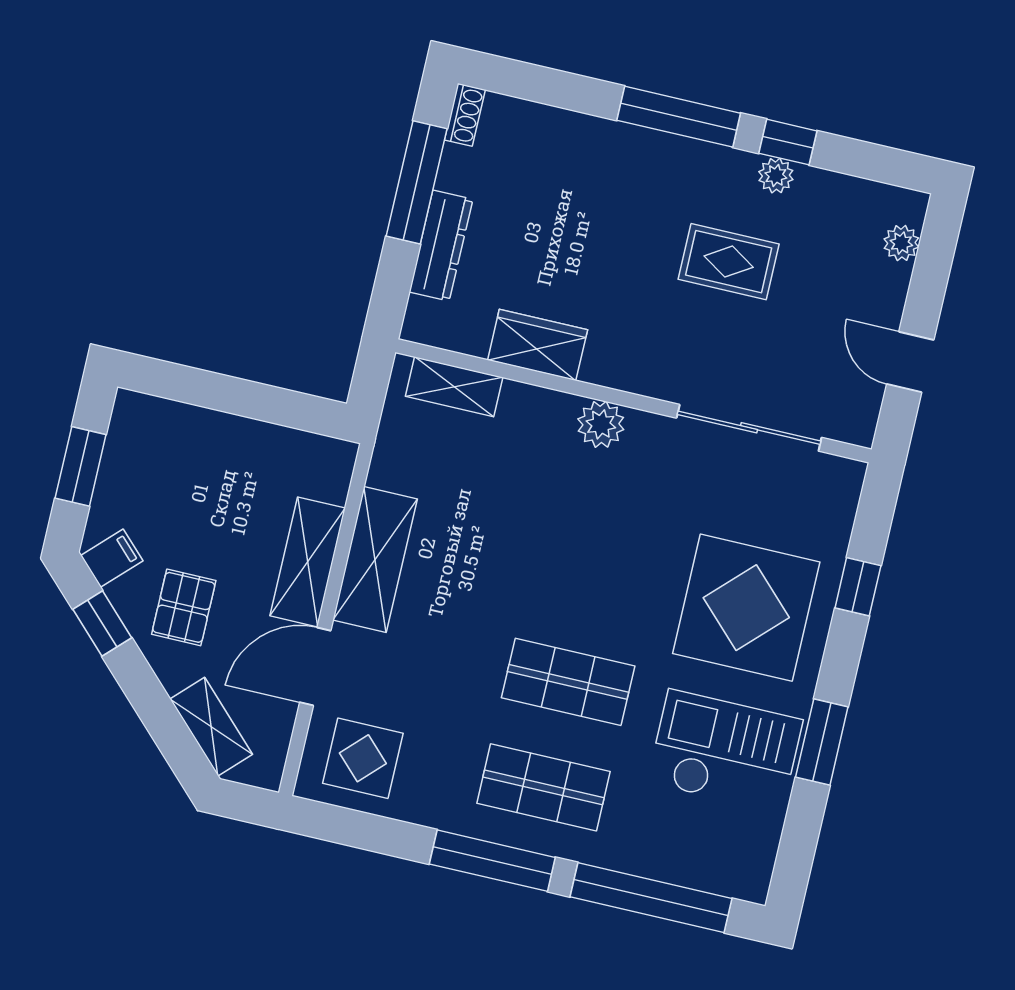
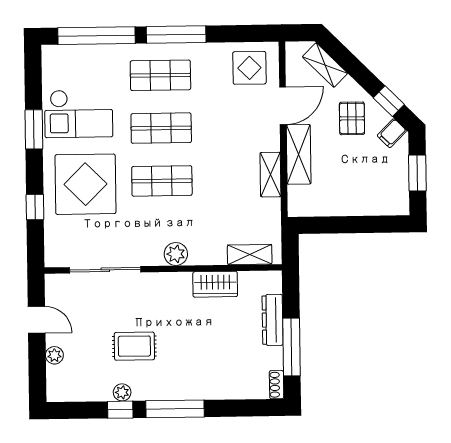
plant: (901, 243) -> (54, 355), moved
shelving: (375, 560) -> (270, 175), width x0.67, depth x0.75
shop shelf: (593, 576) -> (162, 181), added

